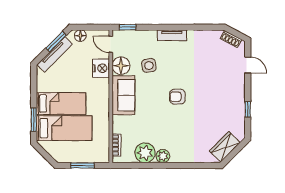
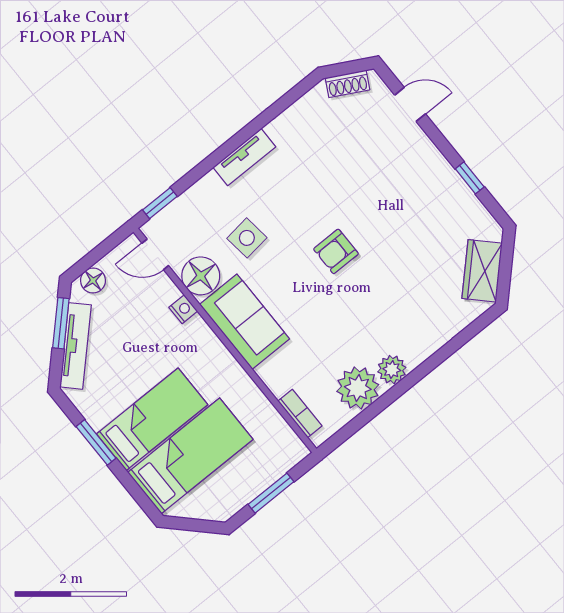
nightstand: (101, 68) -> (183, 309), width x0.53, depth x0.56
window: (34, 120) -> (96, 442), moved

